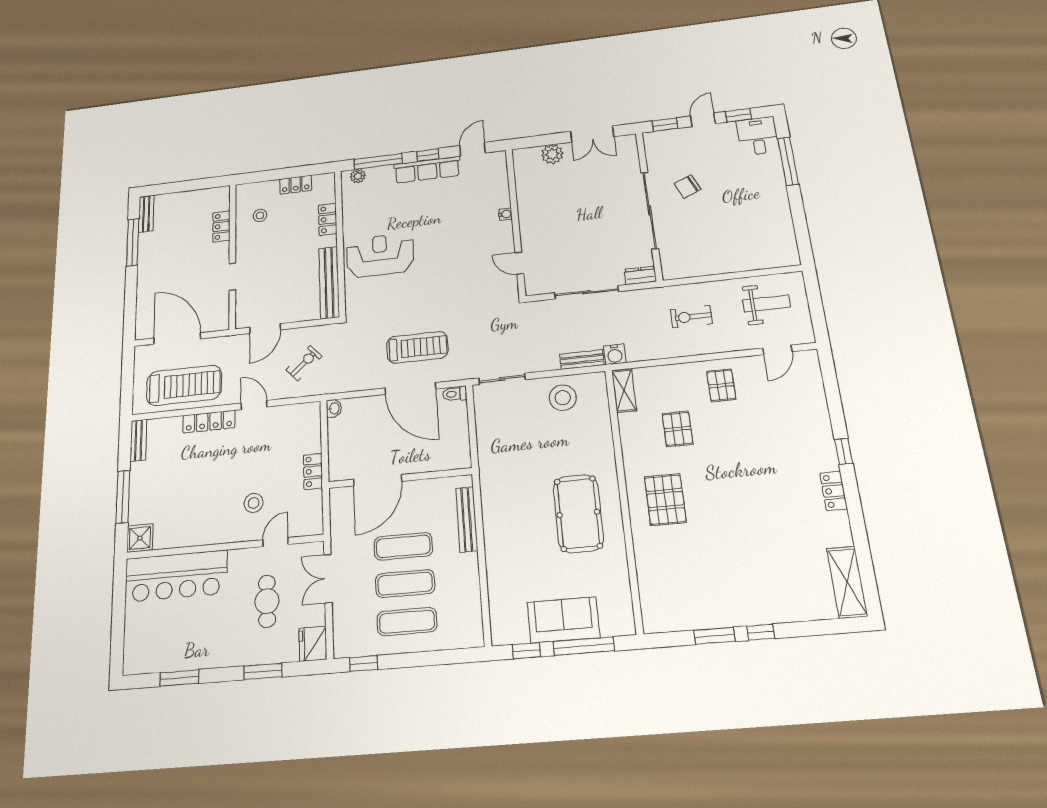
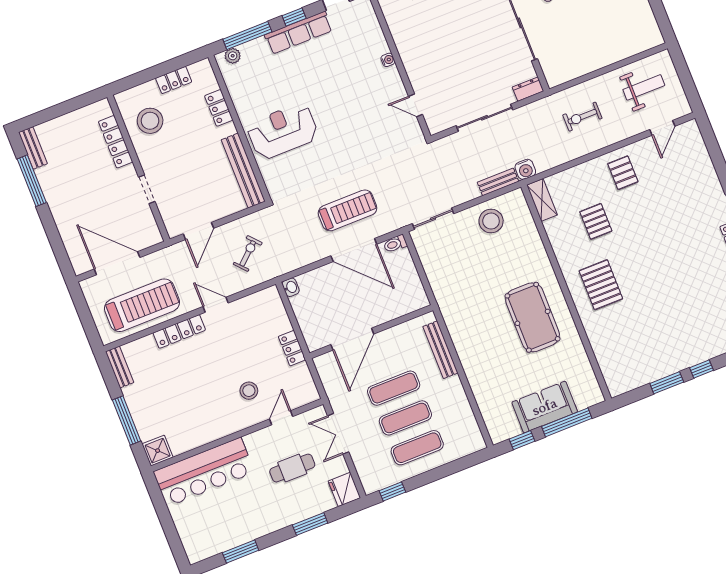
stool: (260, 215) -> (150, 121), width x1.89, depth x1.89
locker: (221, 226) -> (116, 142), width x1.53
cafe table: (267, 601) -> (292, 468), turned 90

